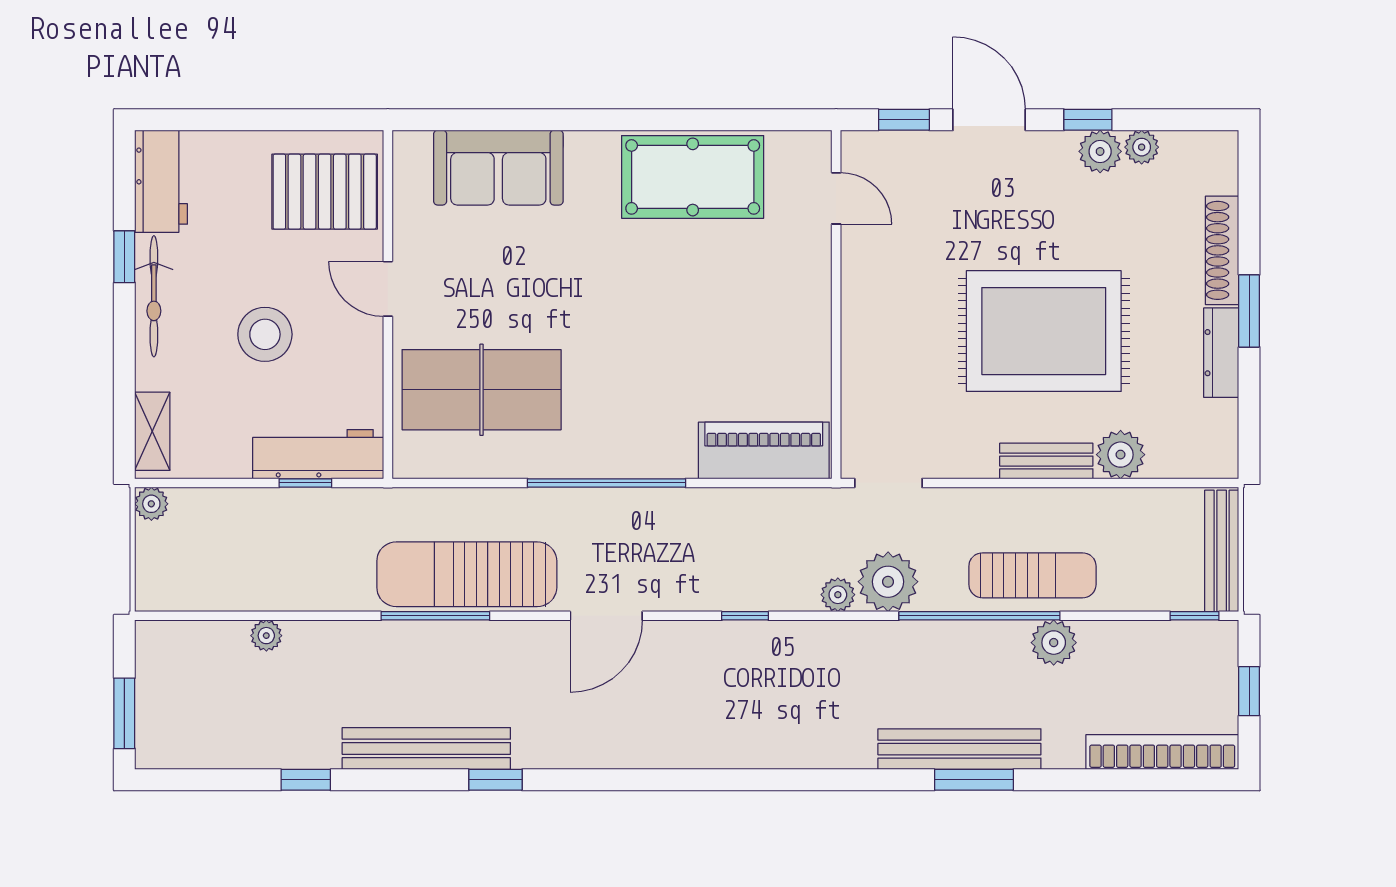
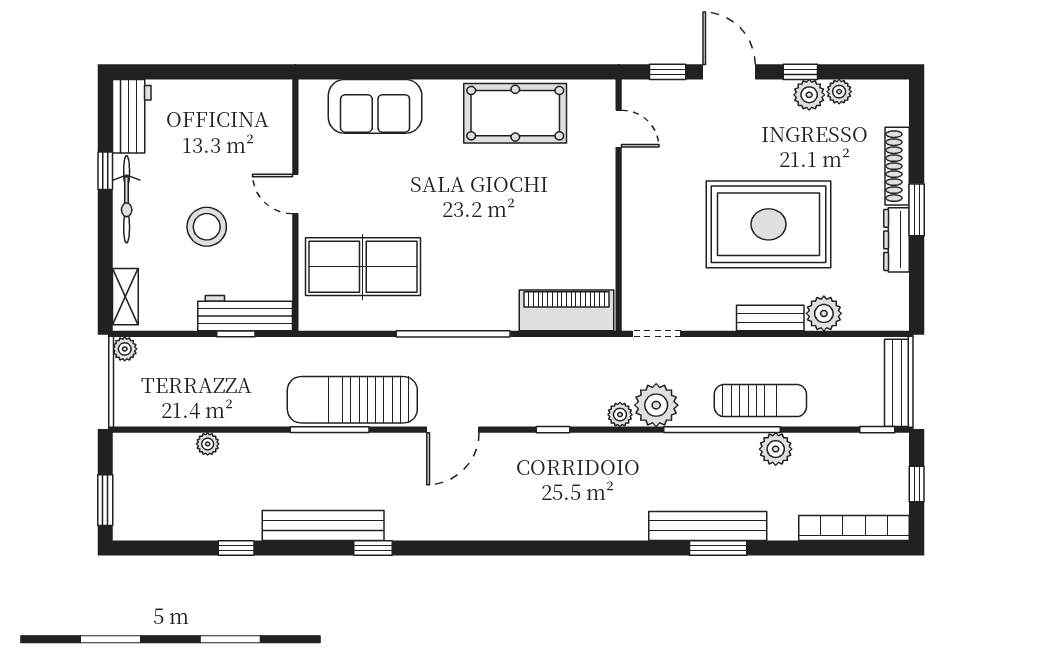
pallet: (325, 192) -> (250, 124), removed

